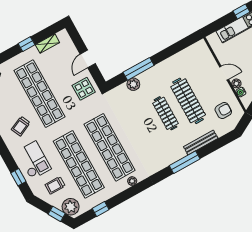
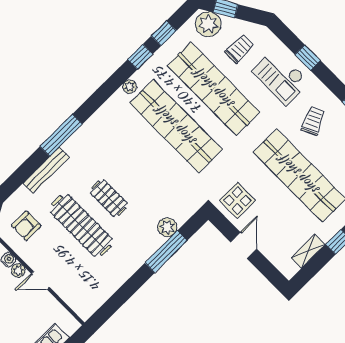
clothes rail: (166, 113) -> (109, 198), width x0.73
window: (18, 177) -> (308, 58), moved
window: (120, 198) -> (140, 57), added

